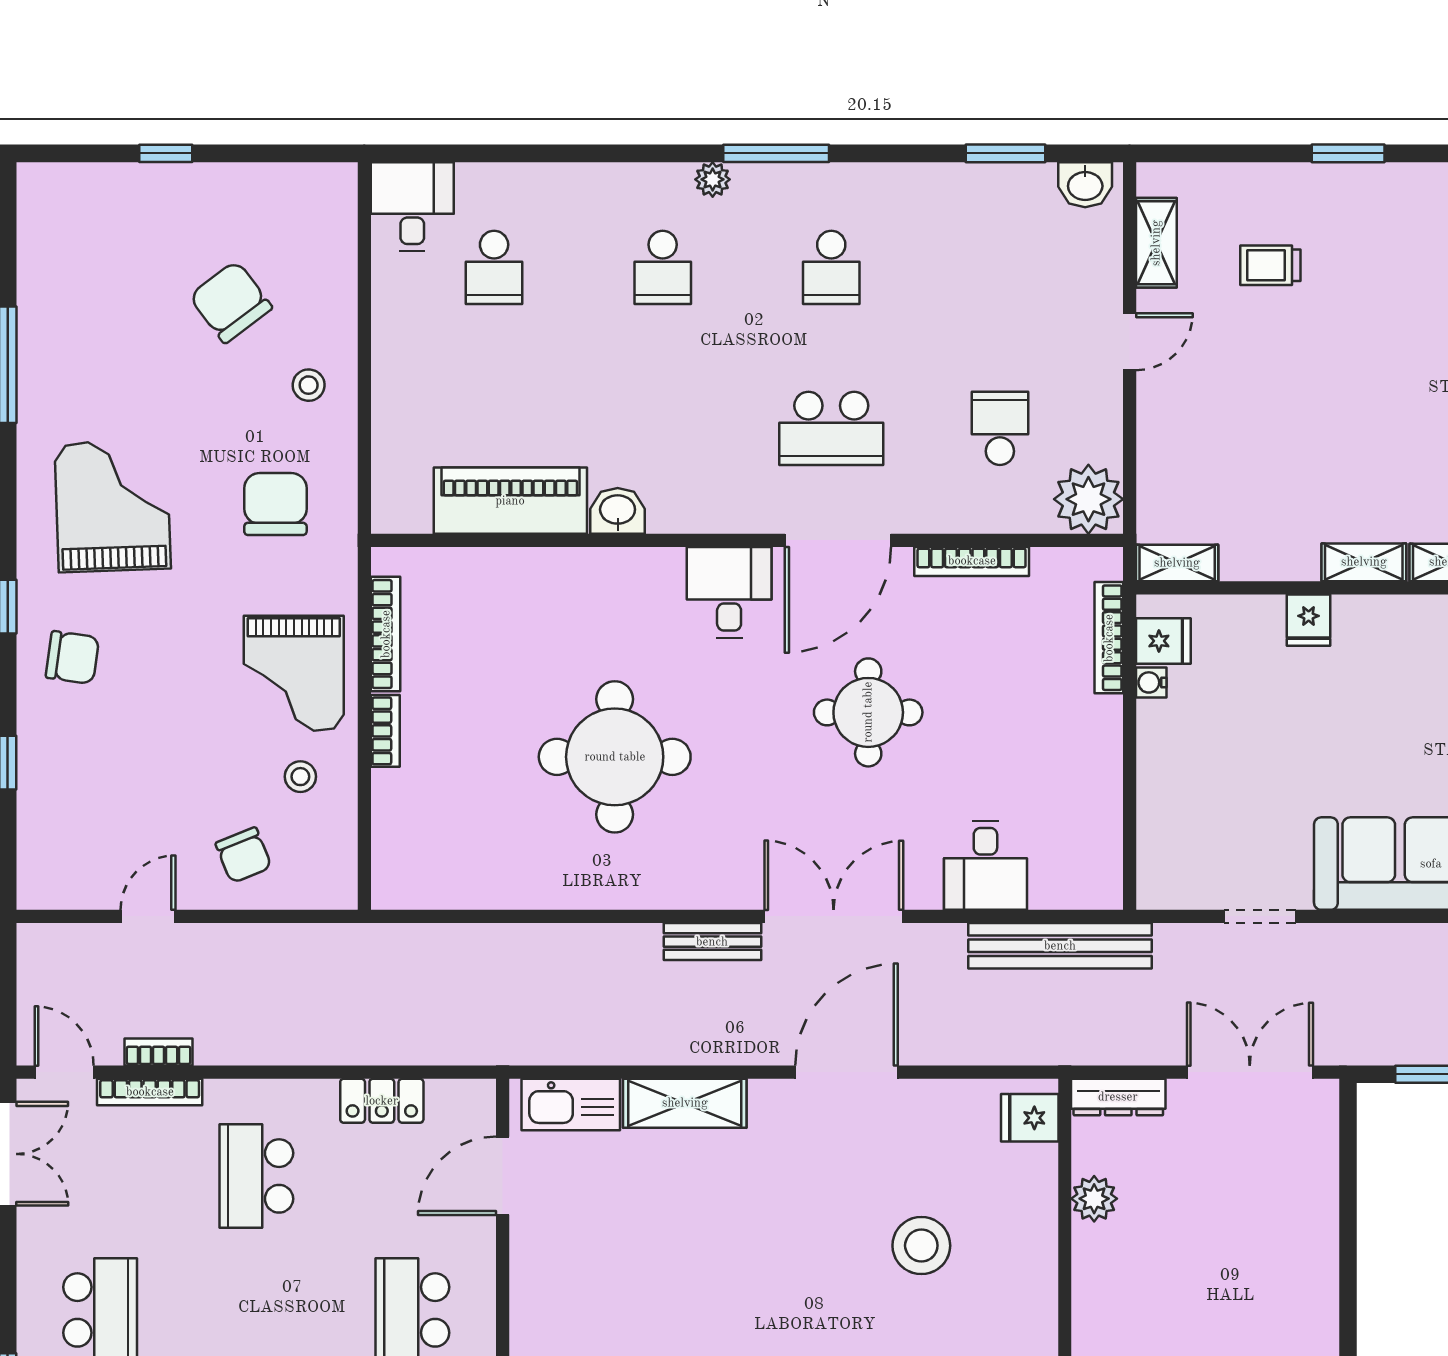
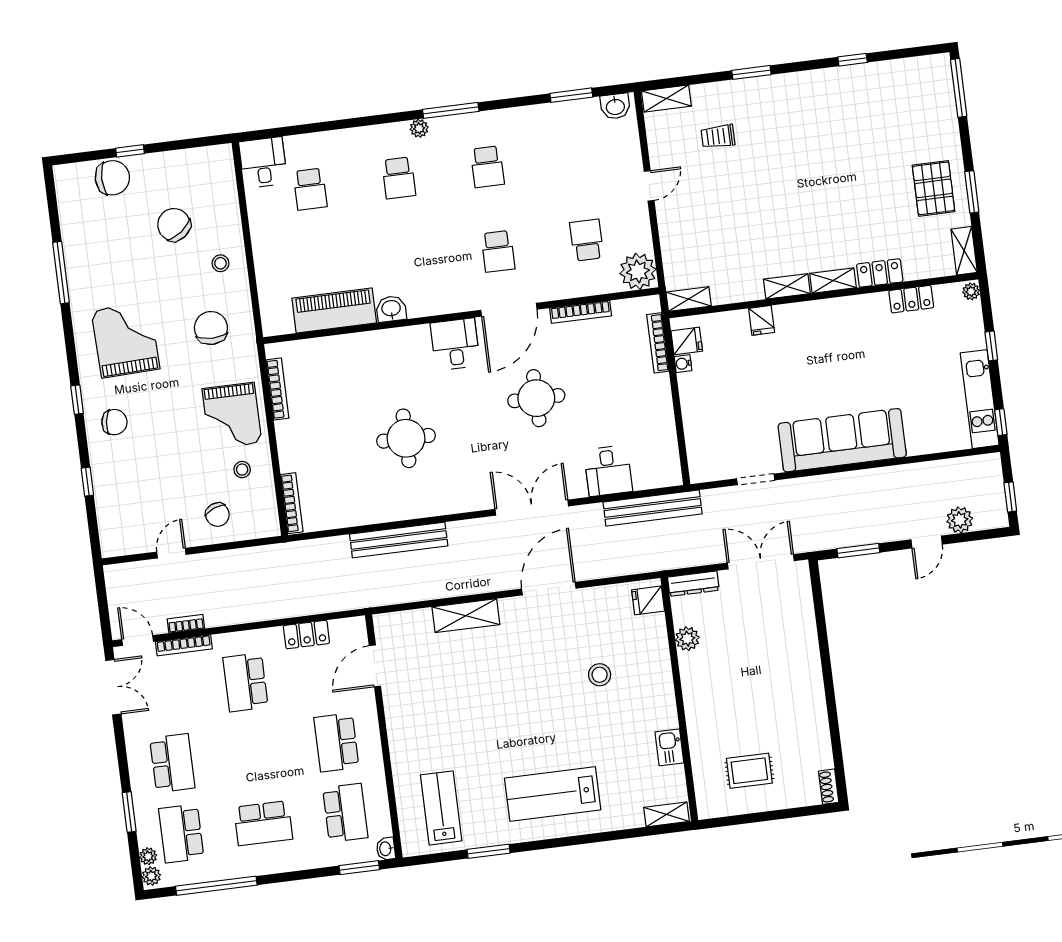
chair: (126, 199) -> (112, 178), added
shelving: (1156, 243) -> (666, 99), moved, turned 90
school desk: (831, 428) -> (498, 251), width x0.54
bookcase: (385, 731) -> (292, 503), moved, width x1.56
round table: (615, 757) -> (406, 438), width x0.73, depth x0.73
bench: (712, 942) -> (399, 540), moved, width x1.86, depth x1.21
kitchen sink: (571, 1104) -> (406, 624), removed
stool: (921, 1246) -> (600, 675), width x0.73, depth x0.73

